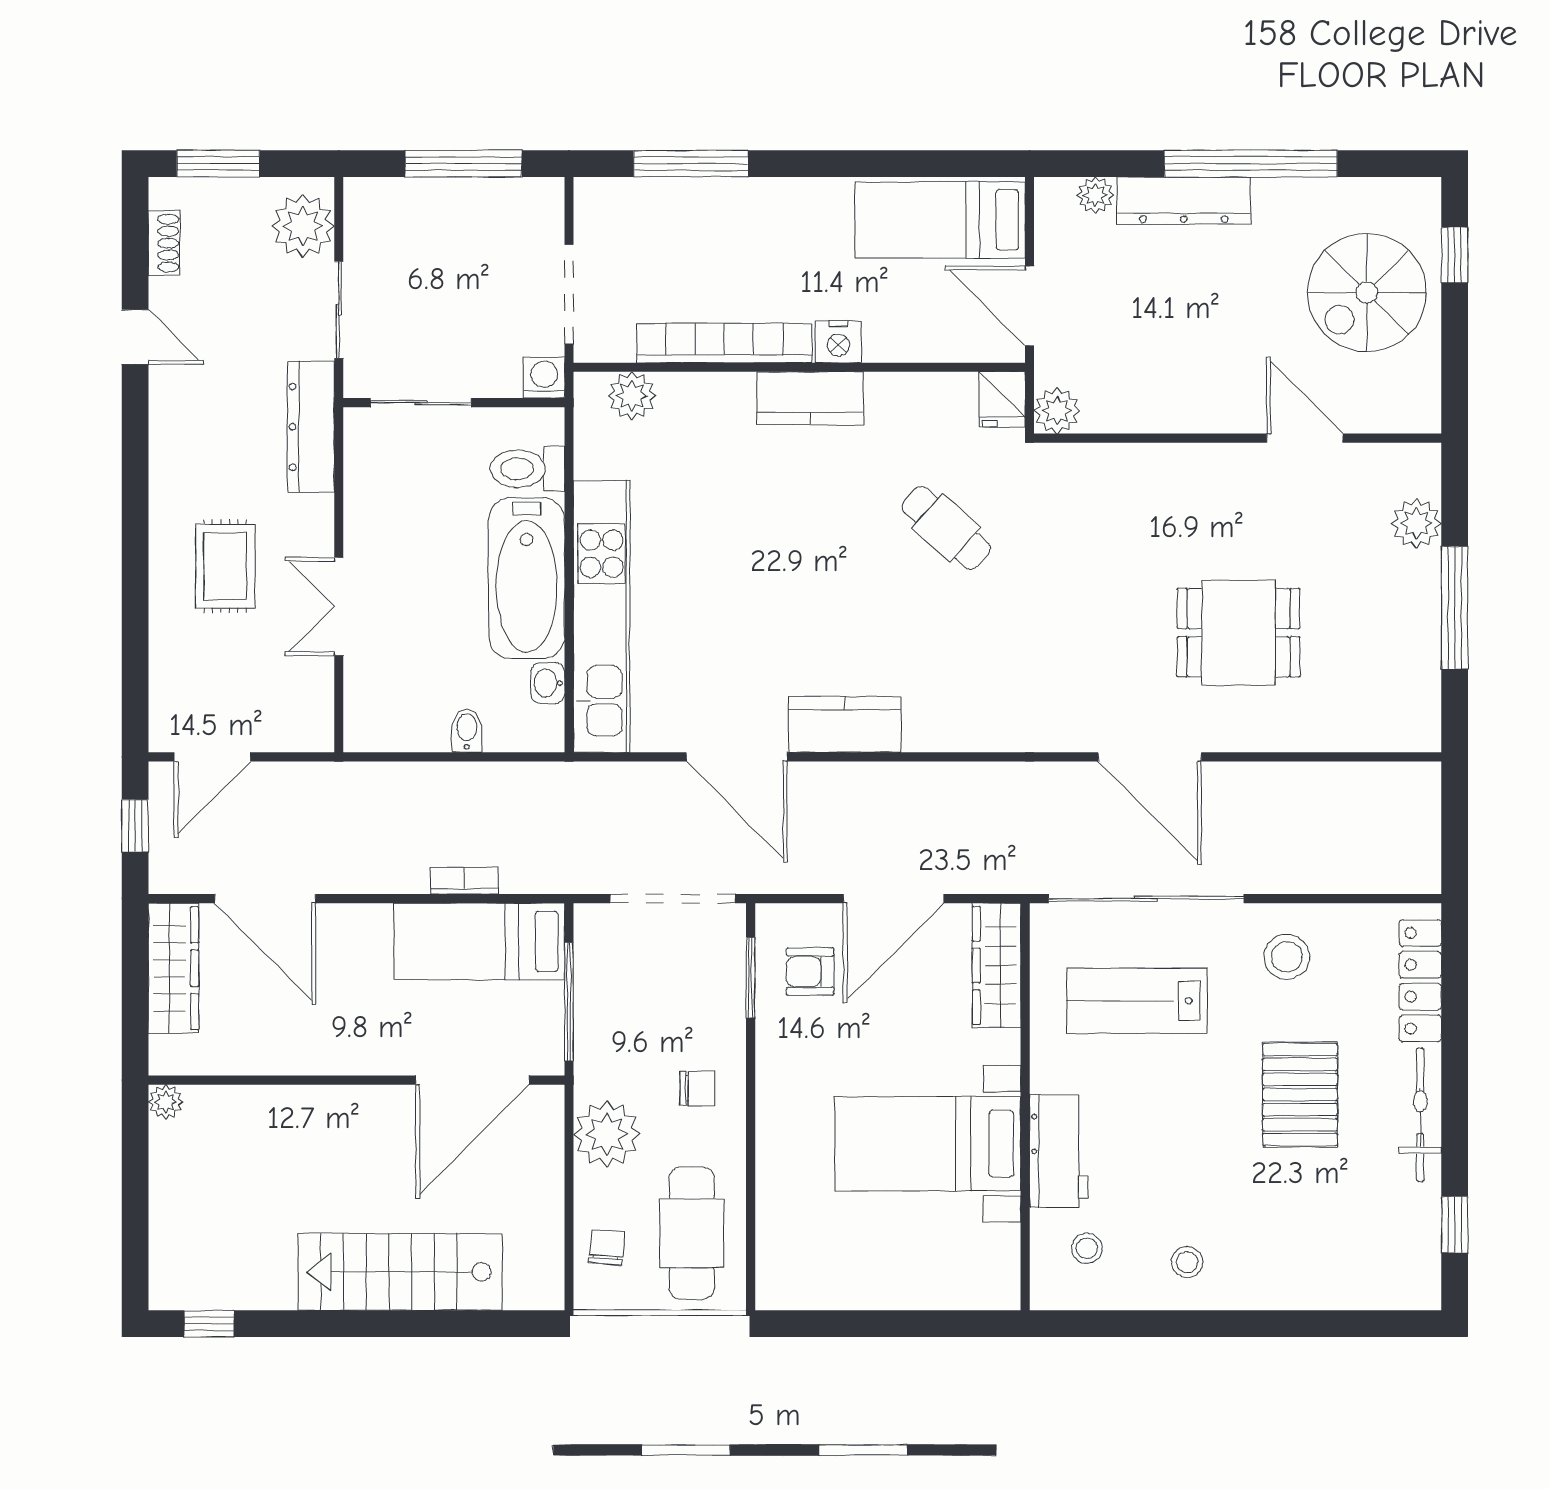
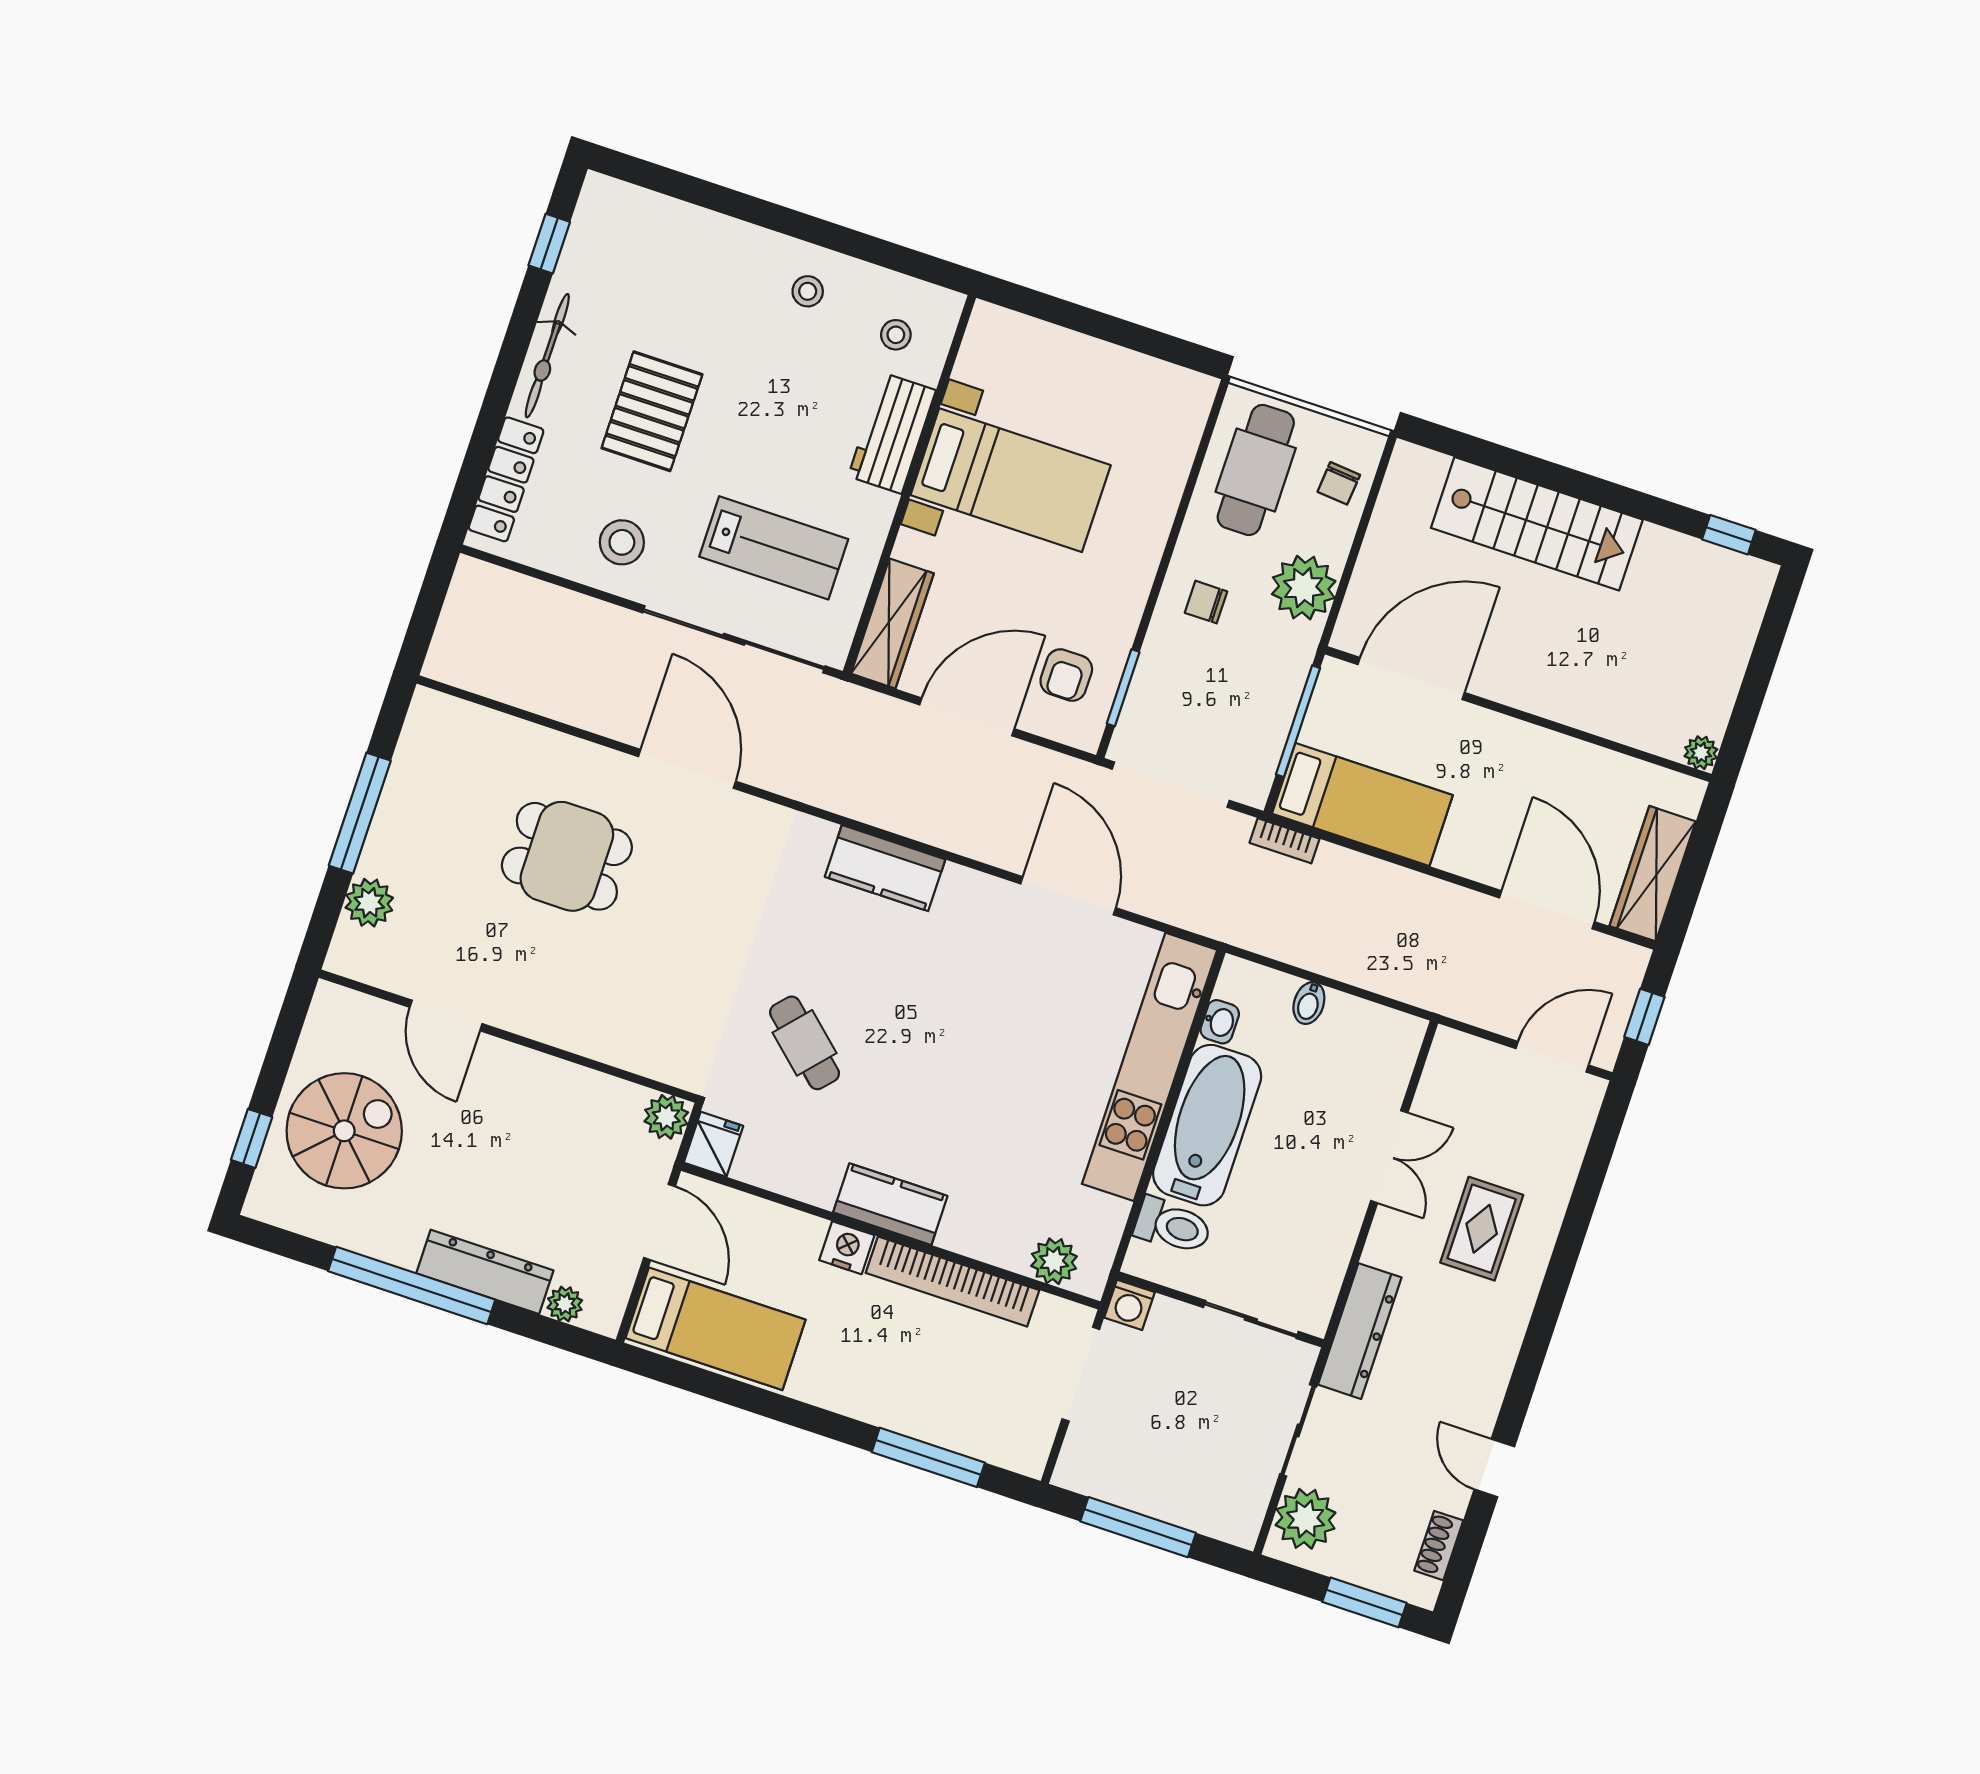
kitchen counter: (845, 724) -> (885, 868), moved
bookcase: (464, 881) -> (1284, 841), moved
armchair: (810, 972) -> (1066, 675), turned 90

